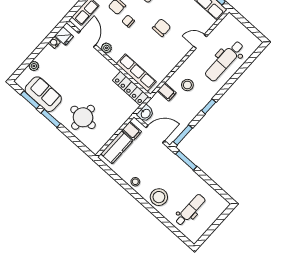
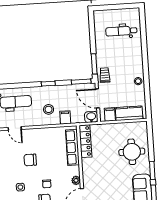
trolley: (168, 160) -> (105, 75), added
stool: (159, 197) -> (133, 58), removed

